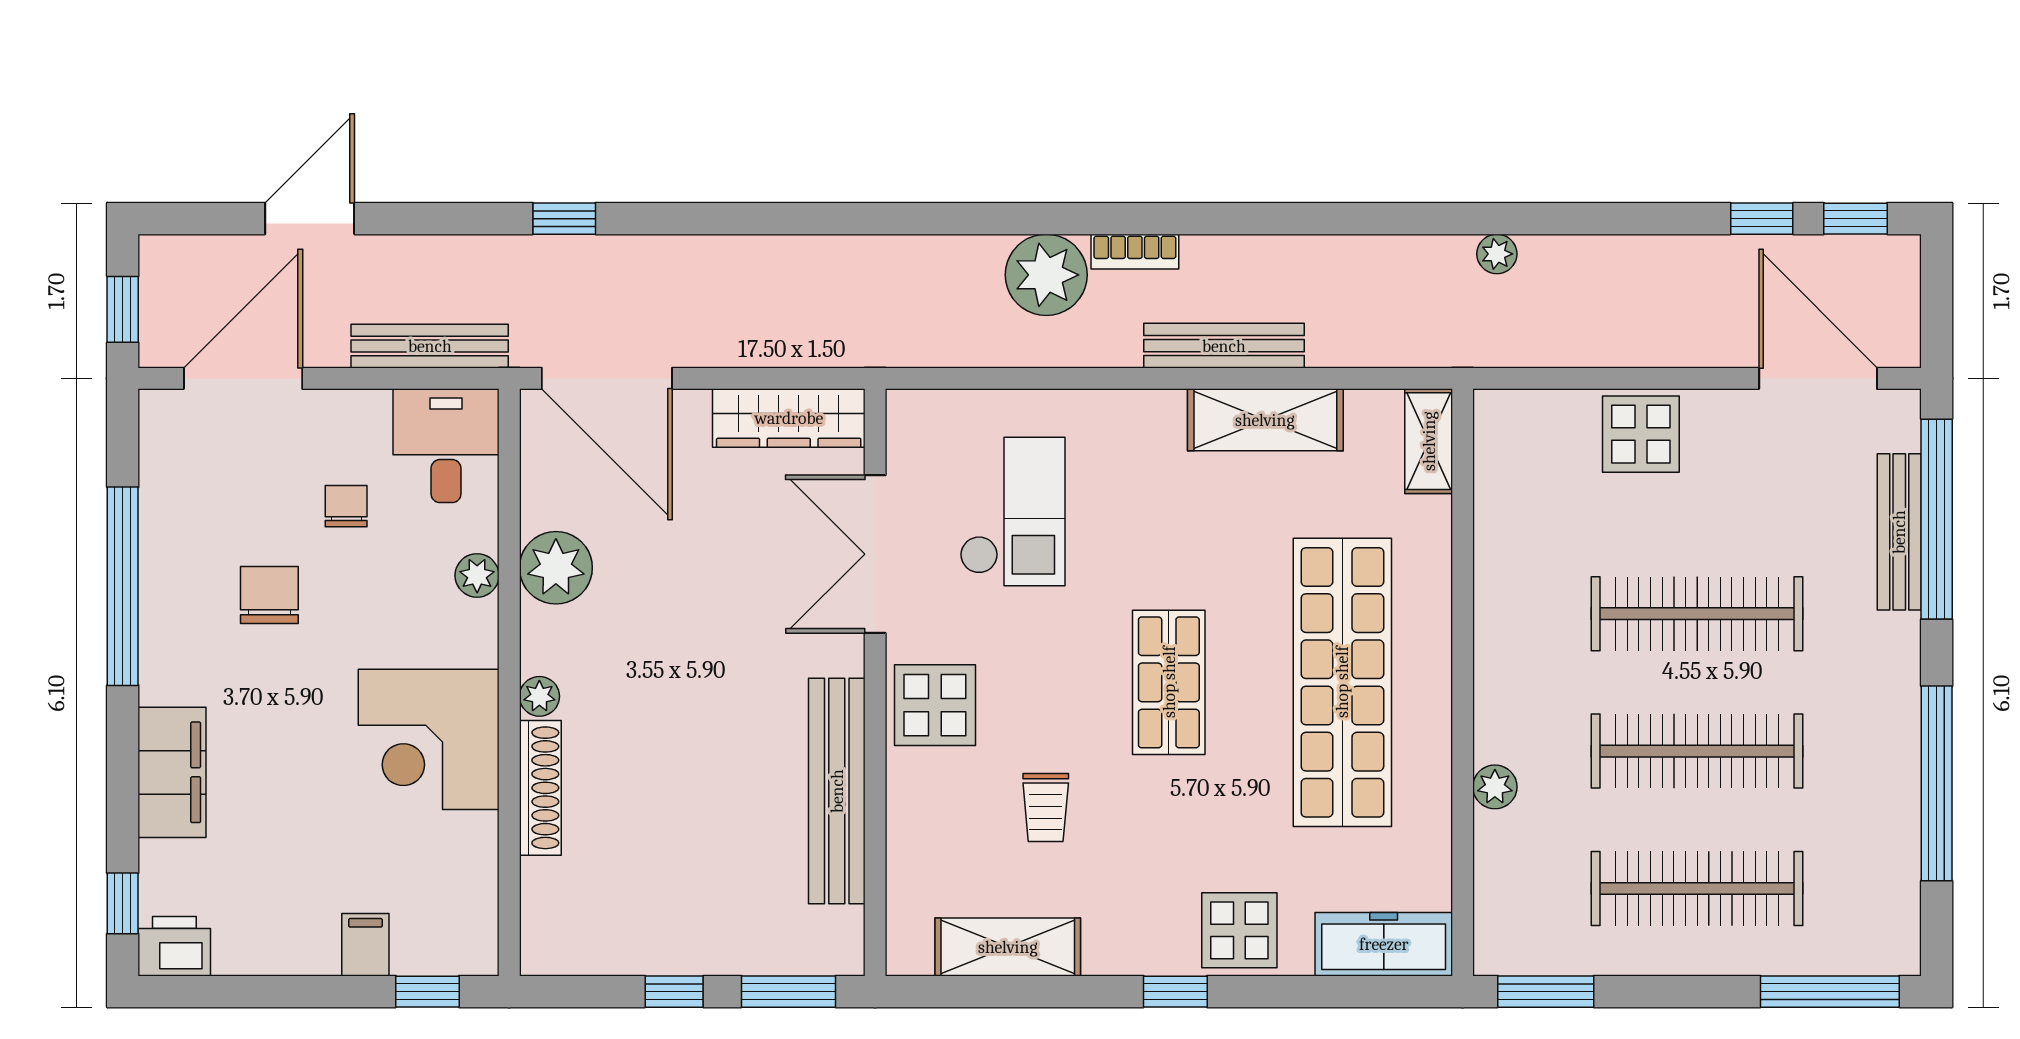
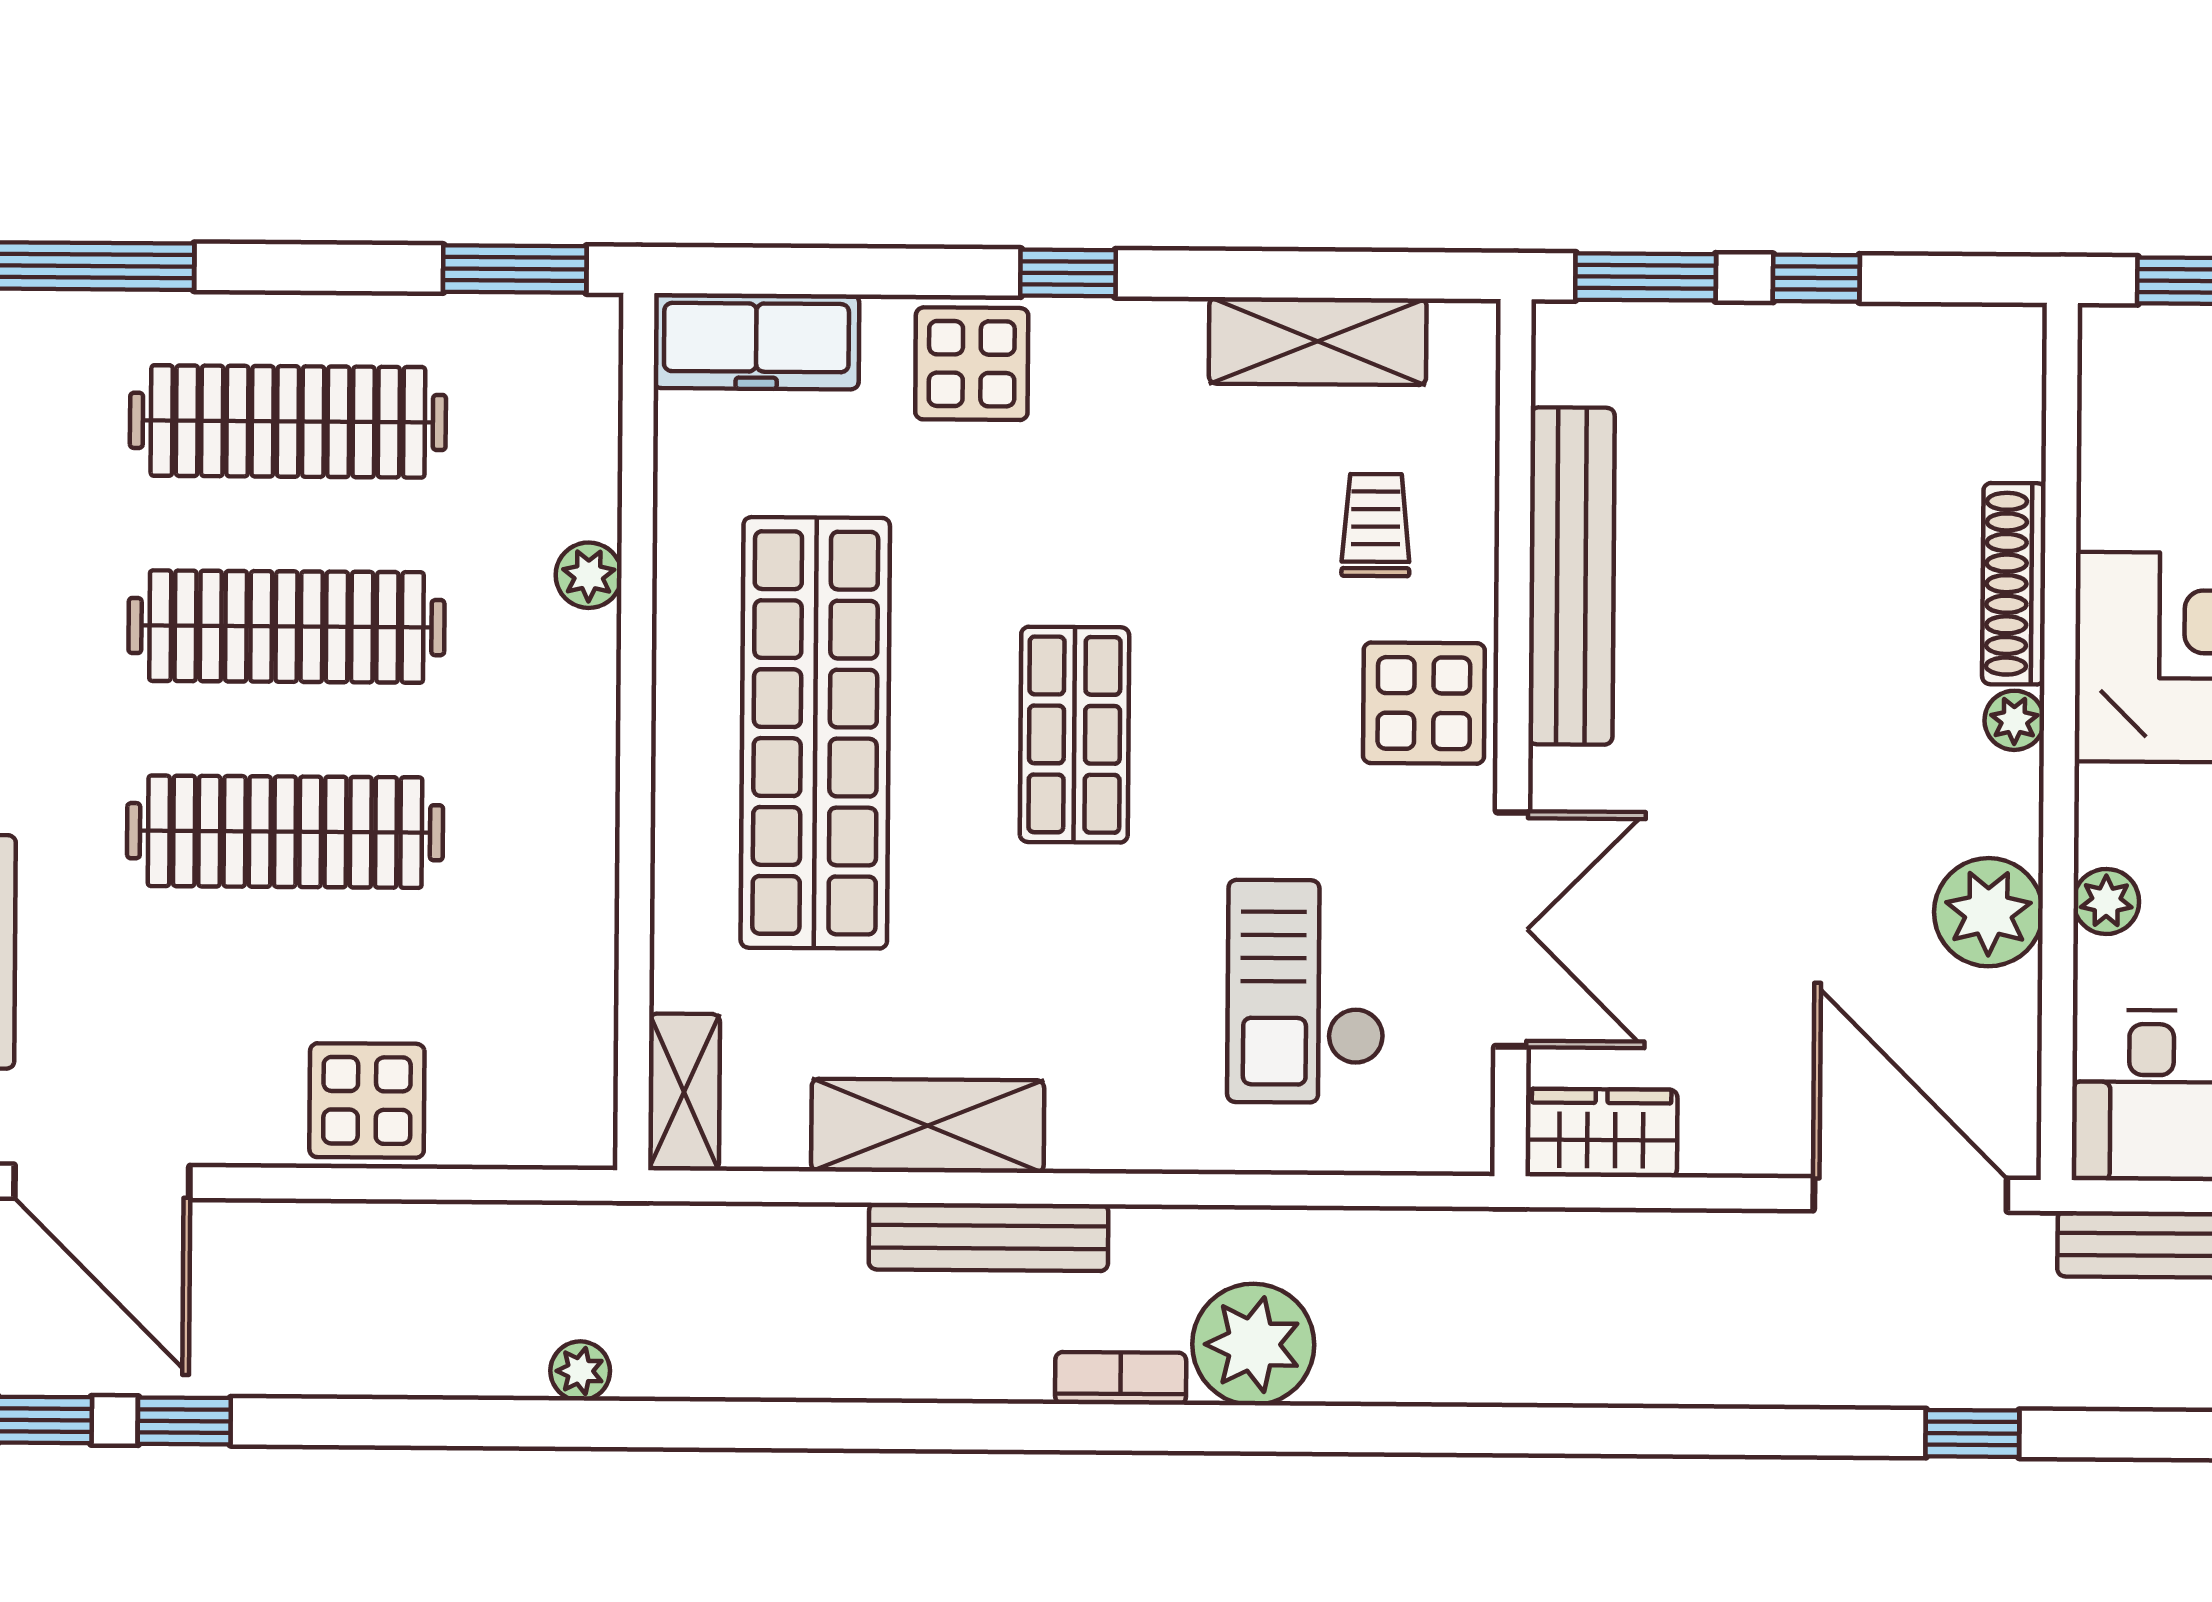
wardrobe: (789, 418) -> (1601, 1133), width x0.67
trolley: (1046, 808) -> (1376, 525), moved

